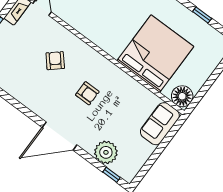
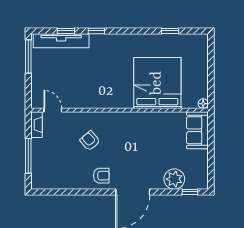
armchair: (87, 93) -> (101, 176), moved
floor lamp: (182, 96) -> (203, 104), width x0.53, depth x0.53

